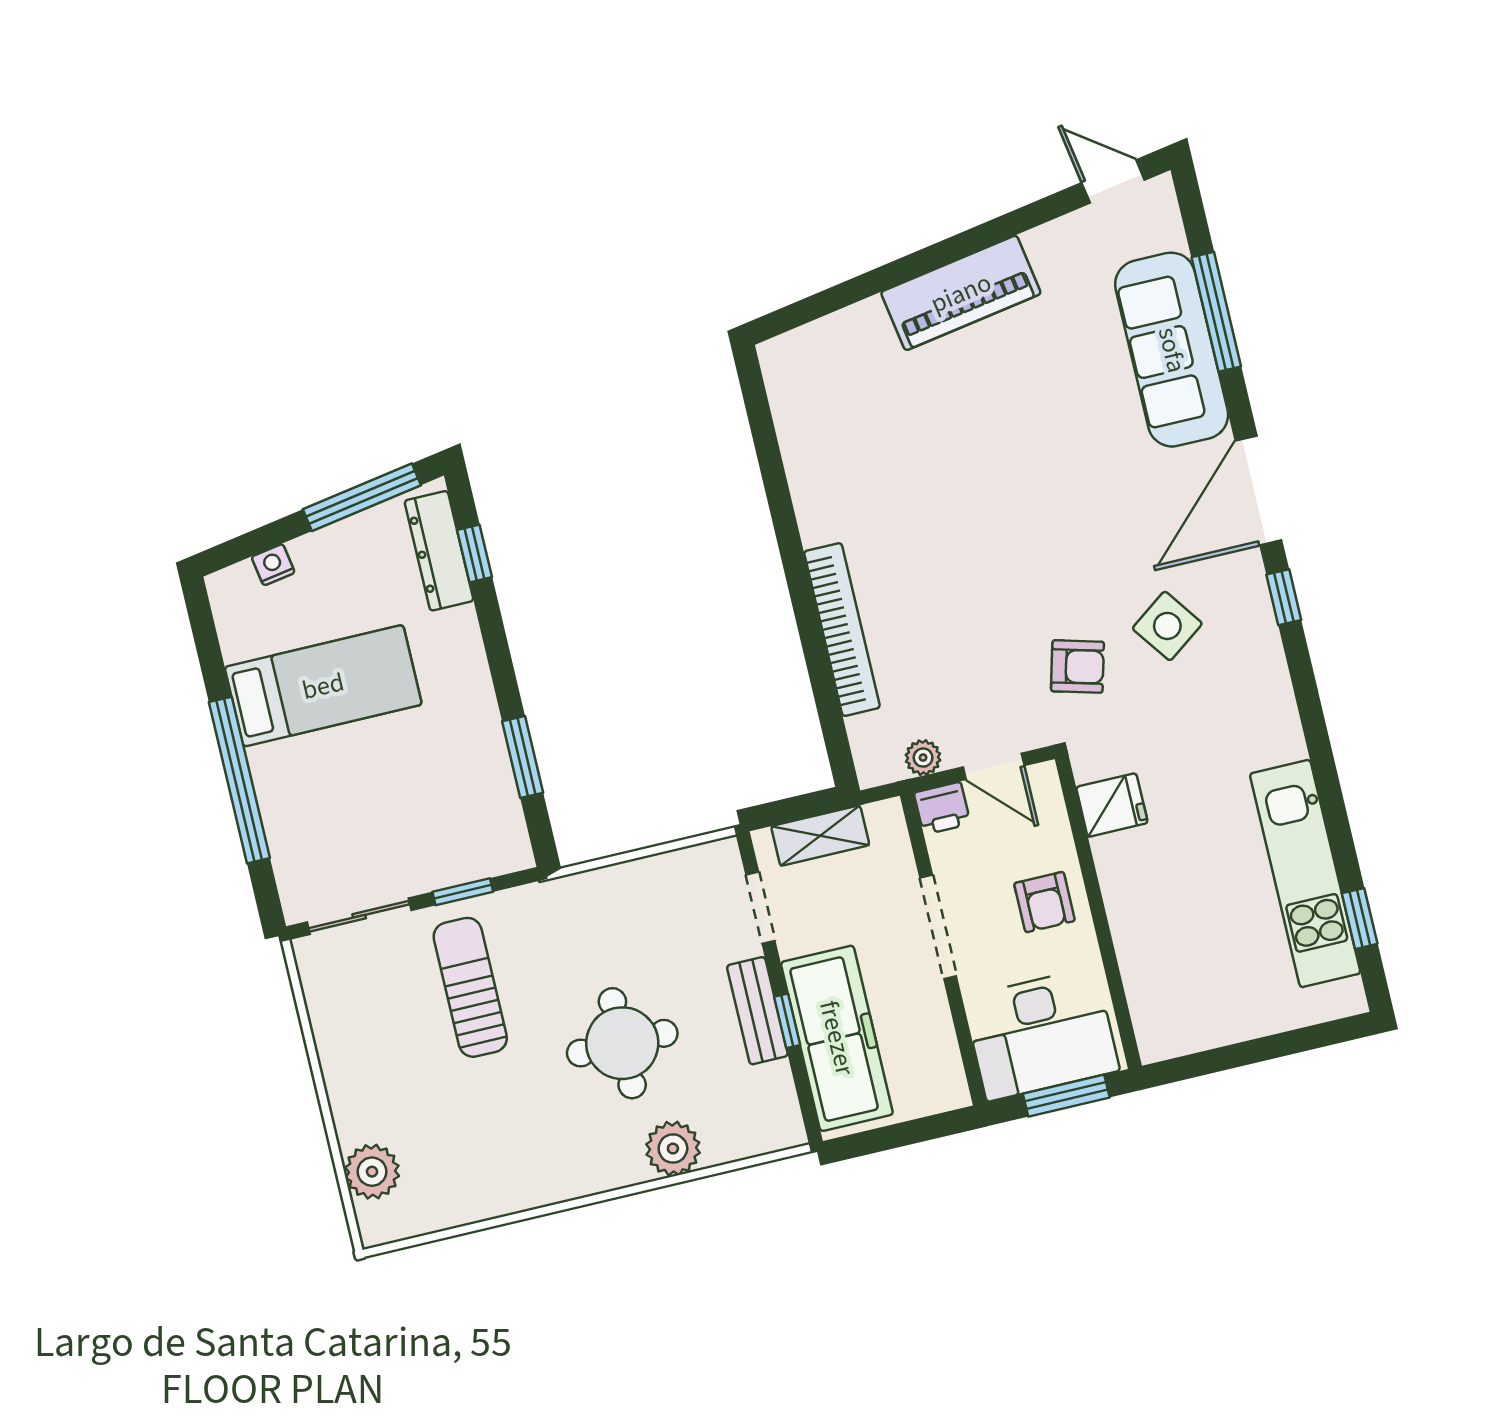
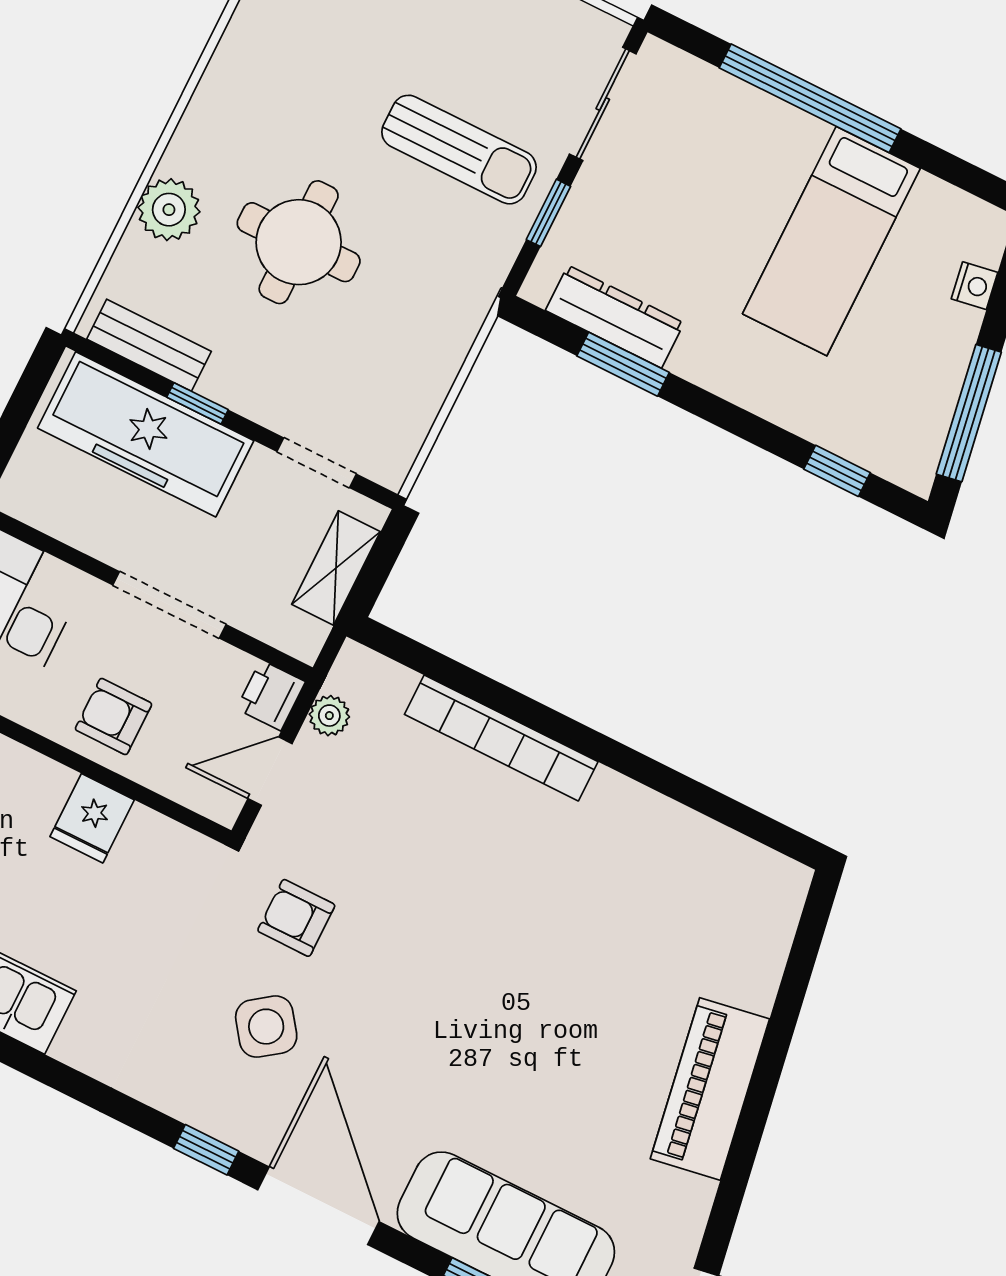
dresser: (439, 551) -> (615, 317), moved
armchair: (1077, 667) -> (296, 918), turned 75
fridge: (1112, 805) -> (92, 818), moved
bench: (757, 1011) -> (149, 345), moved

